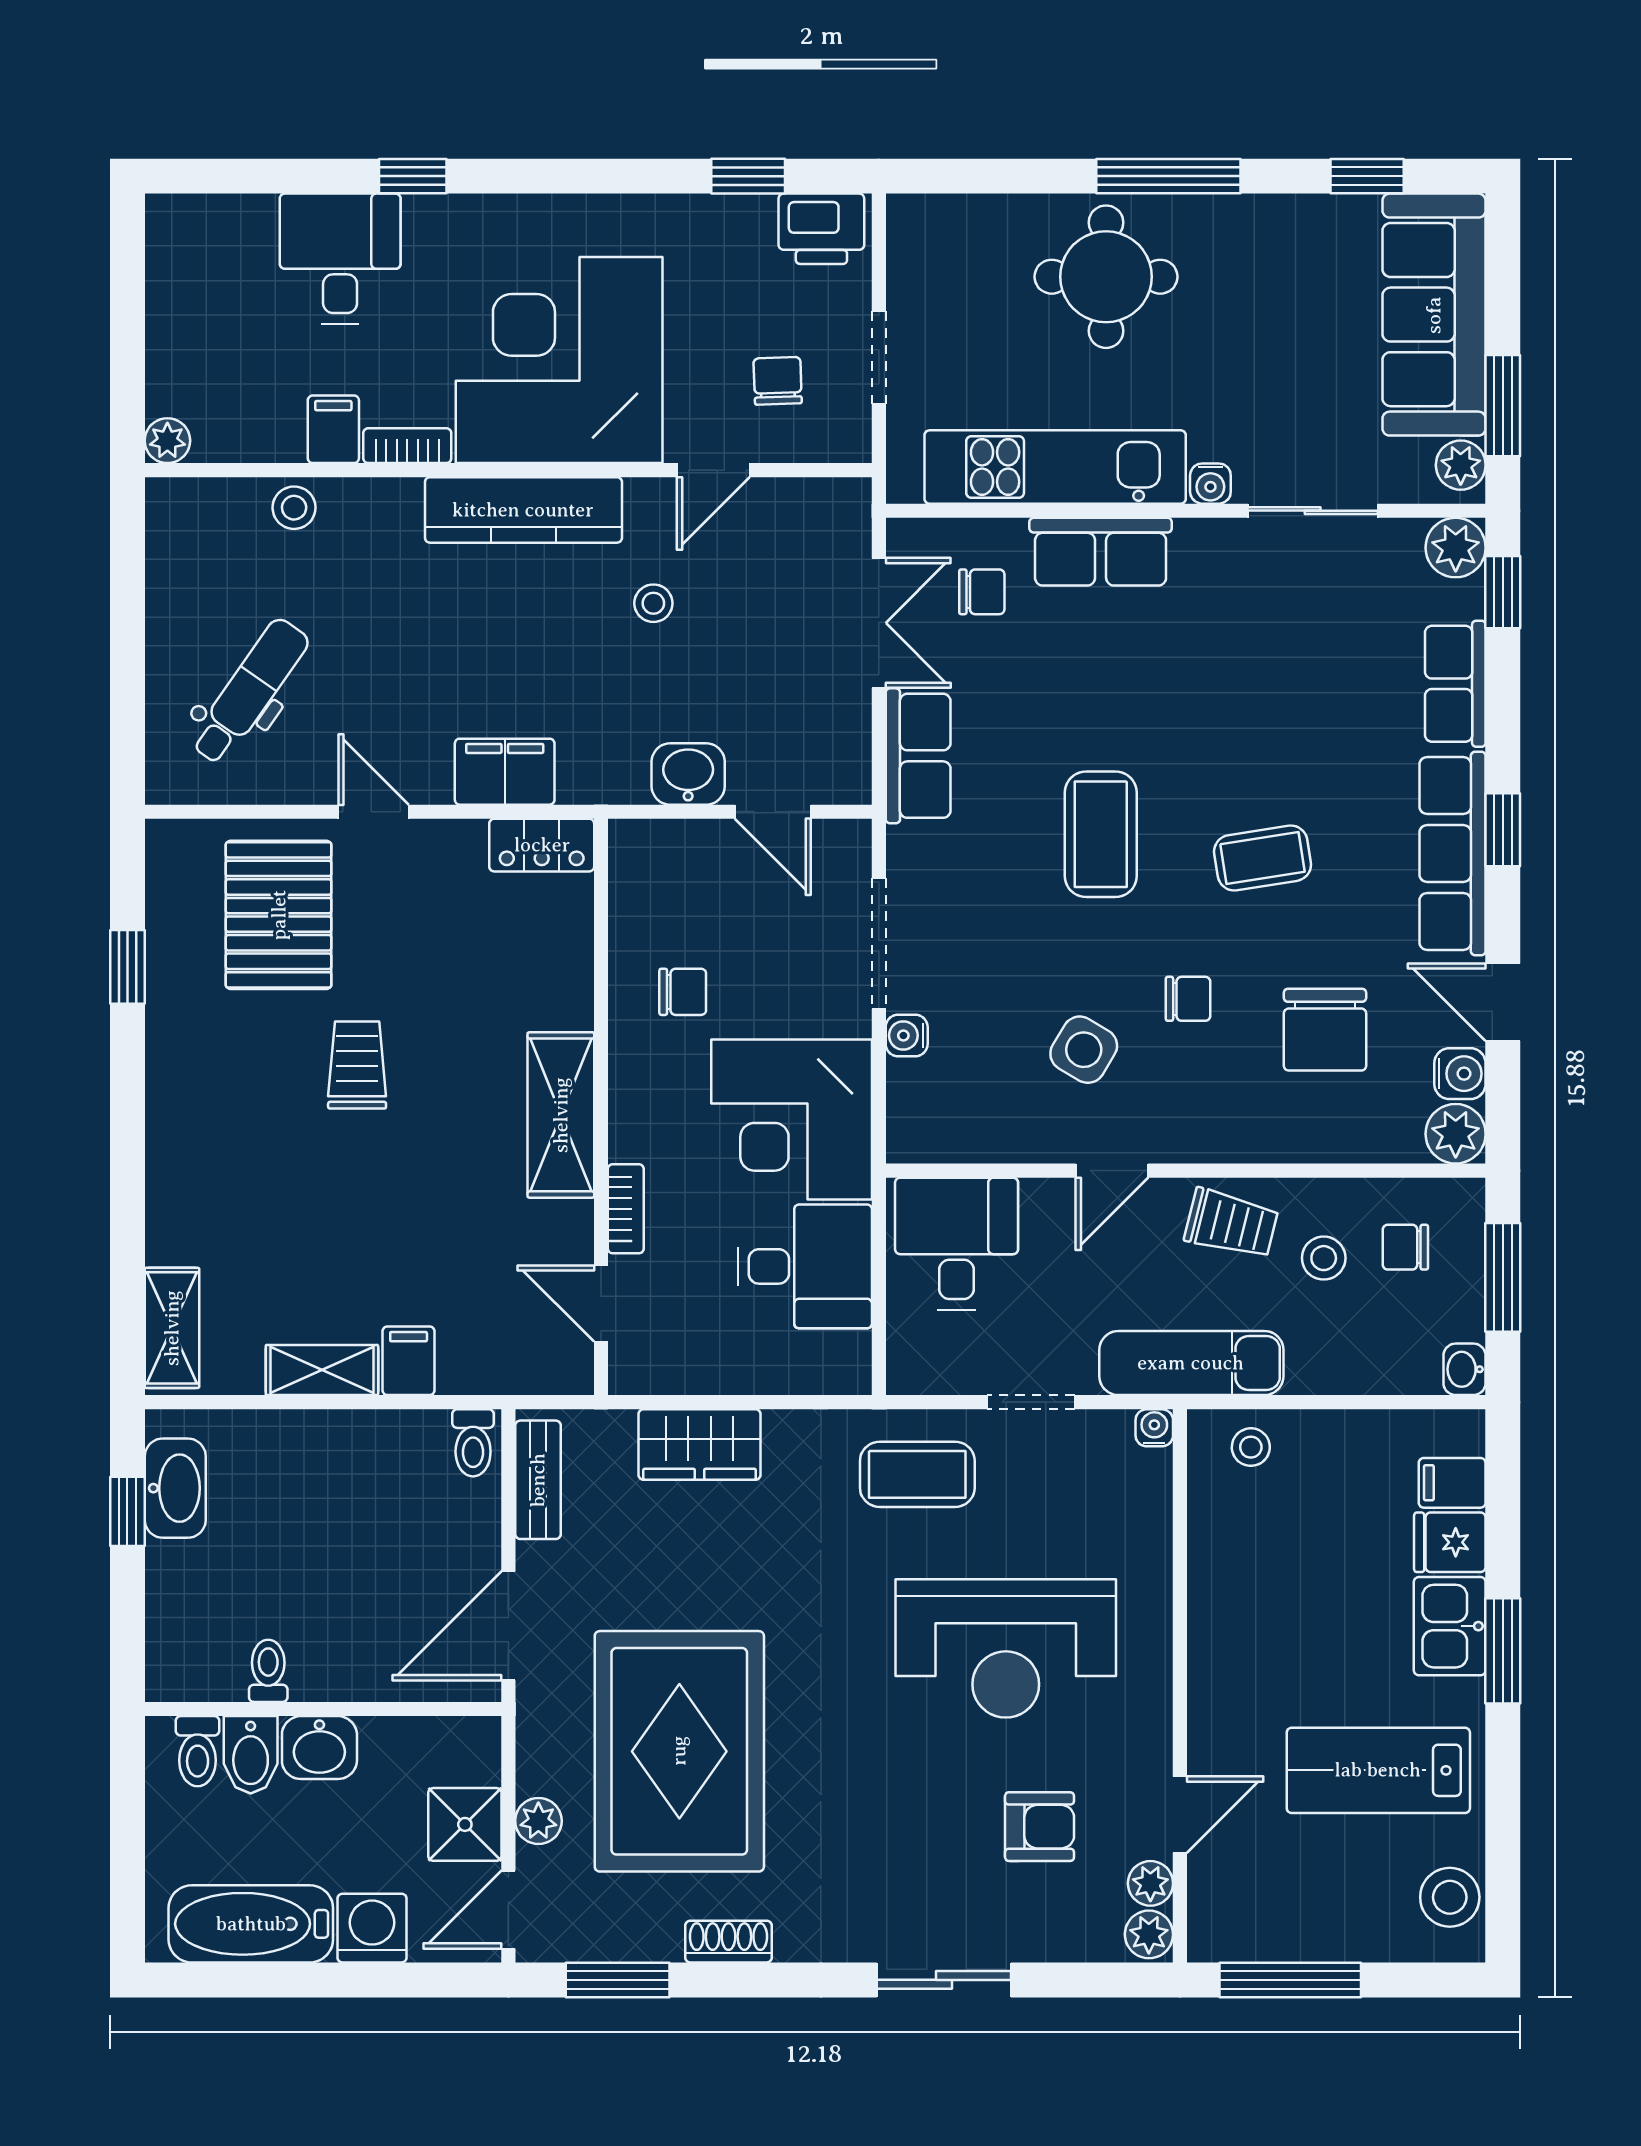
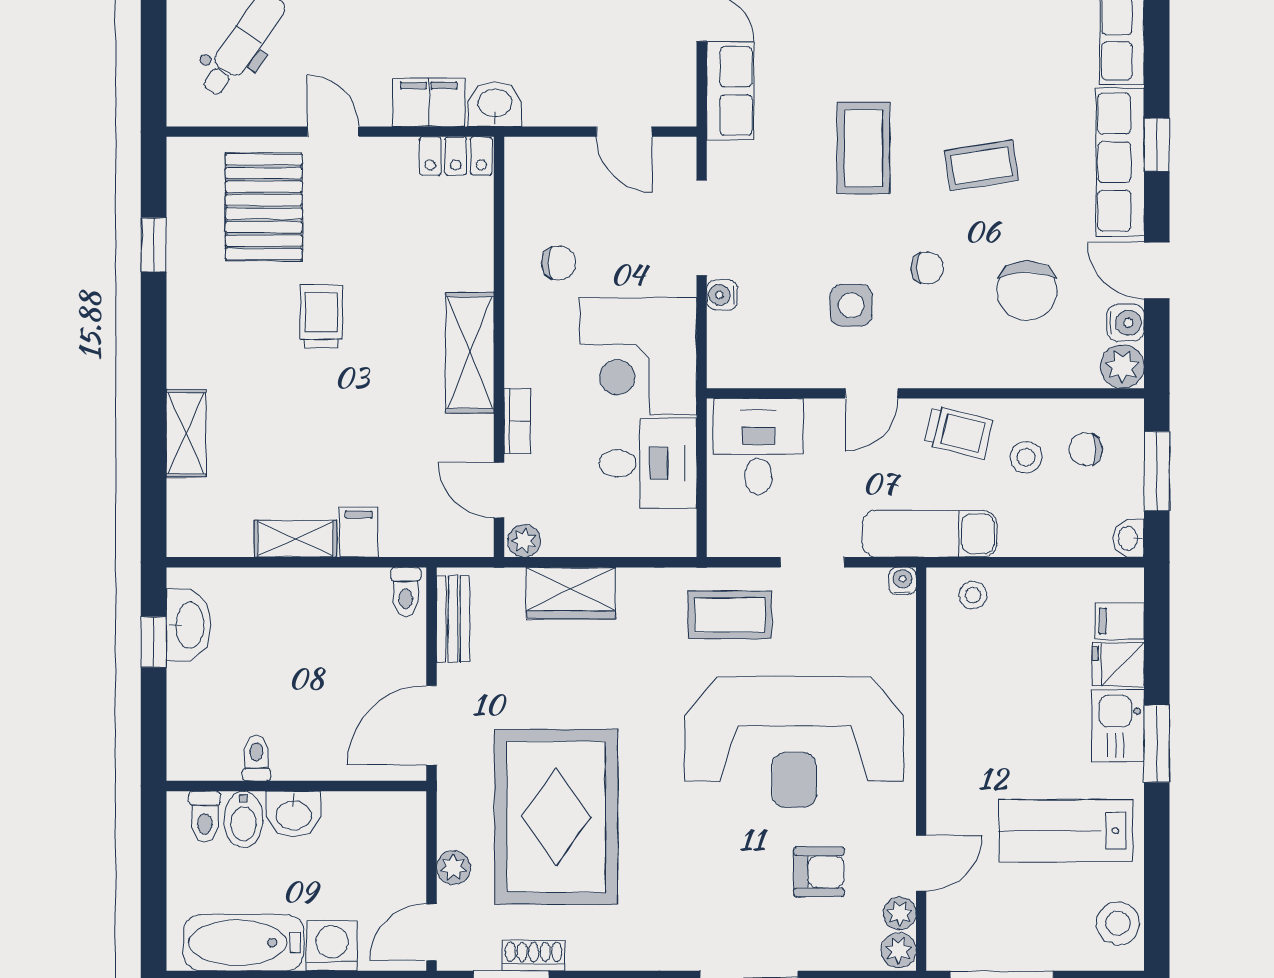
washbasin: (688, 774) -> (495, 104), moved
side table: (1084, 1050) -> (851, 305), turned -31
shelving: (172, 1328) -> (186, 433), moved
plant: (635, 1373) -> (524, 541), added
reception desk: (1006, 1648) -> (794, 742), width x1.36, depth x1.30
shower: (465, 1824) -> (400, 870), removed
shoe rack: (729, 1942) -> (534, 956), moved

